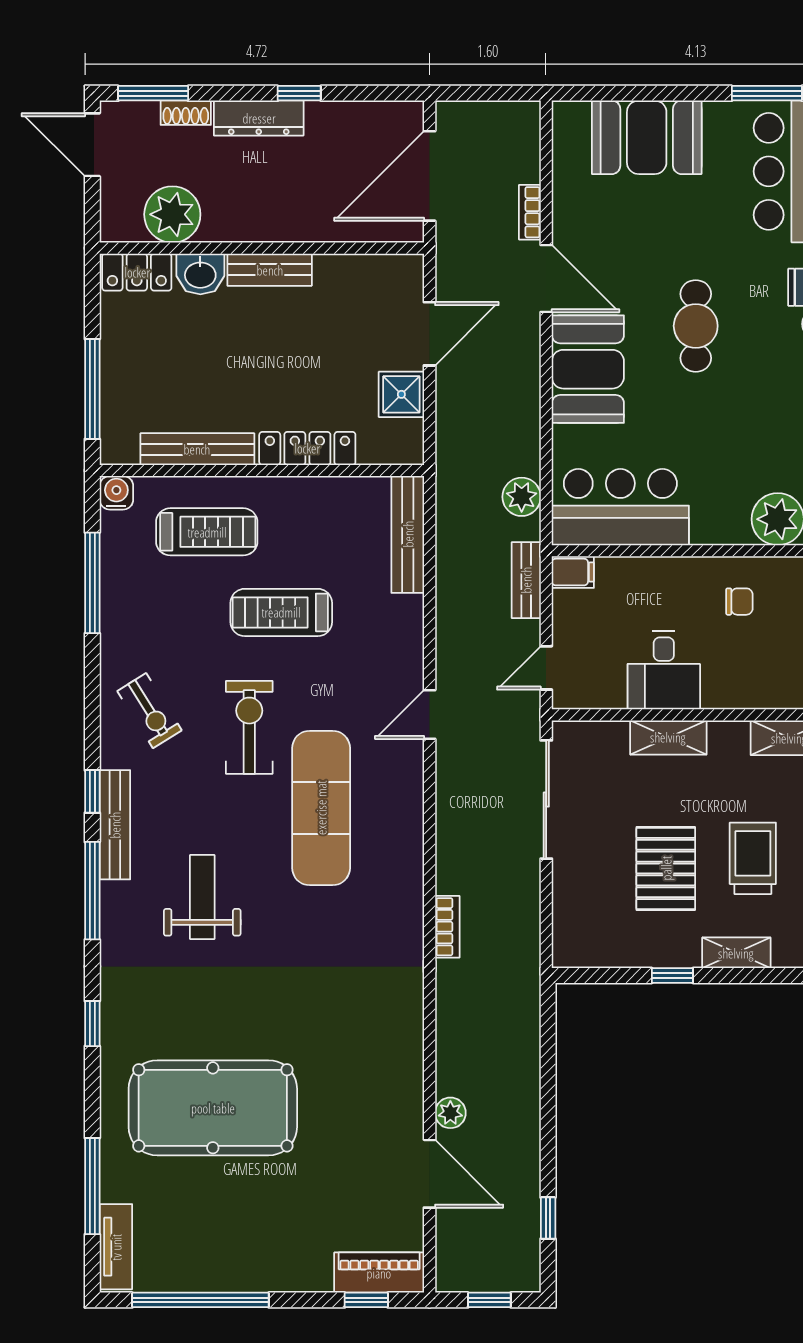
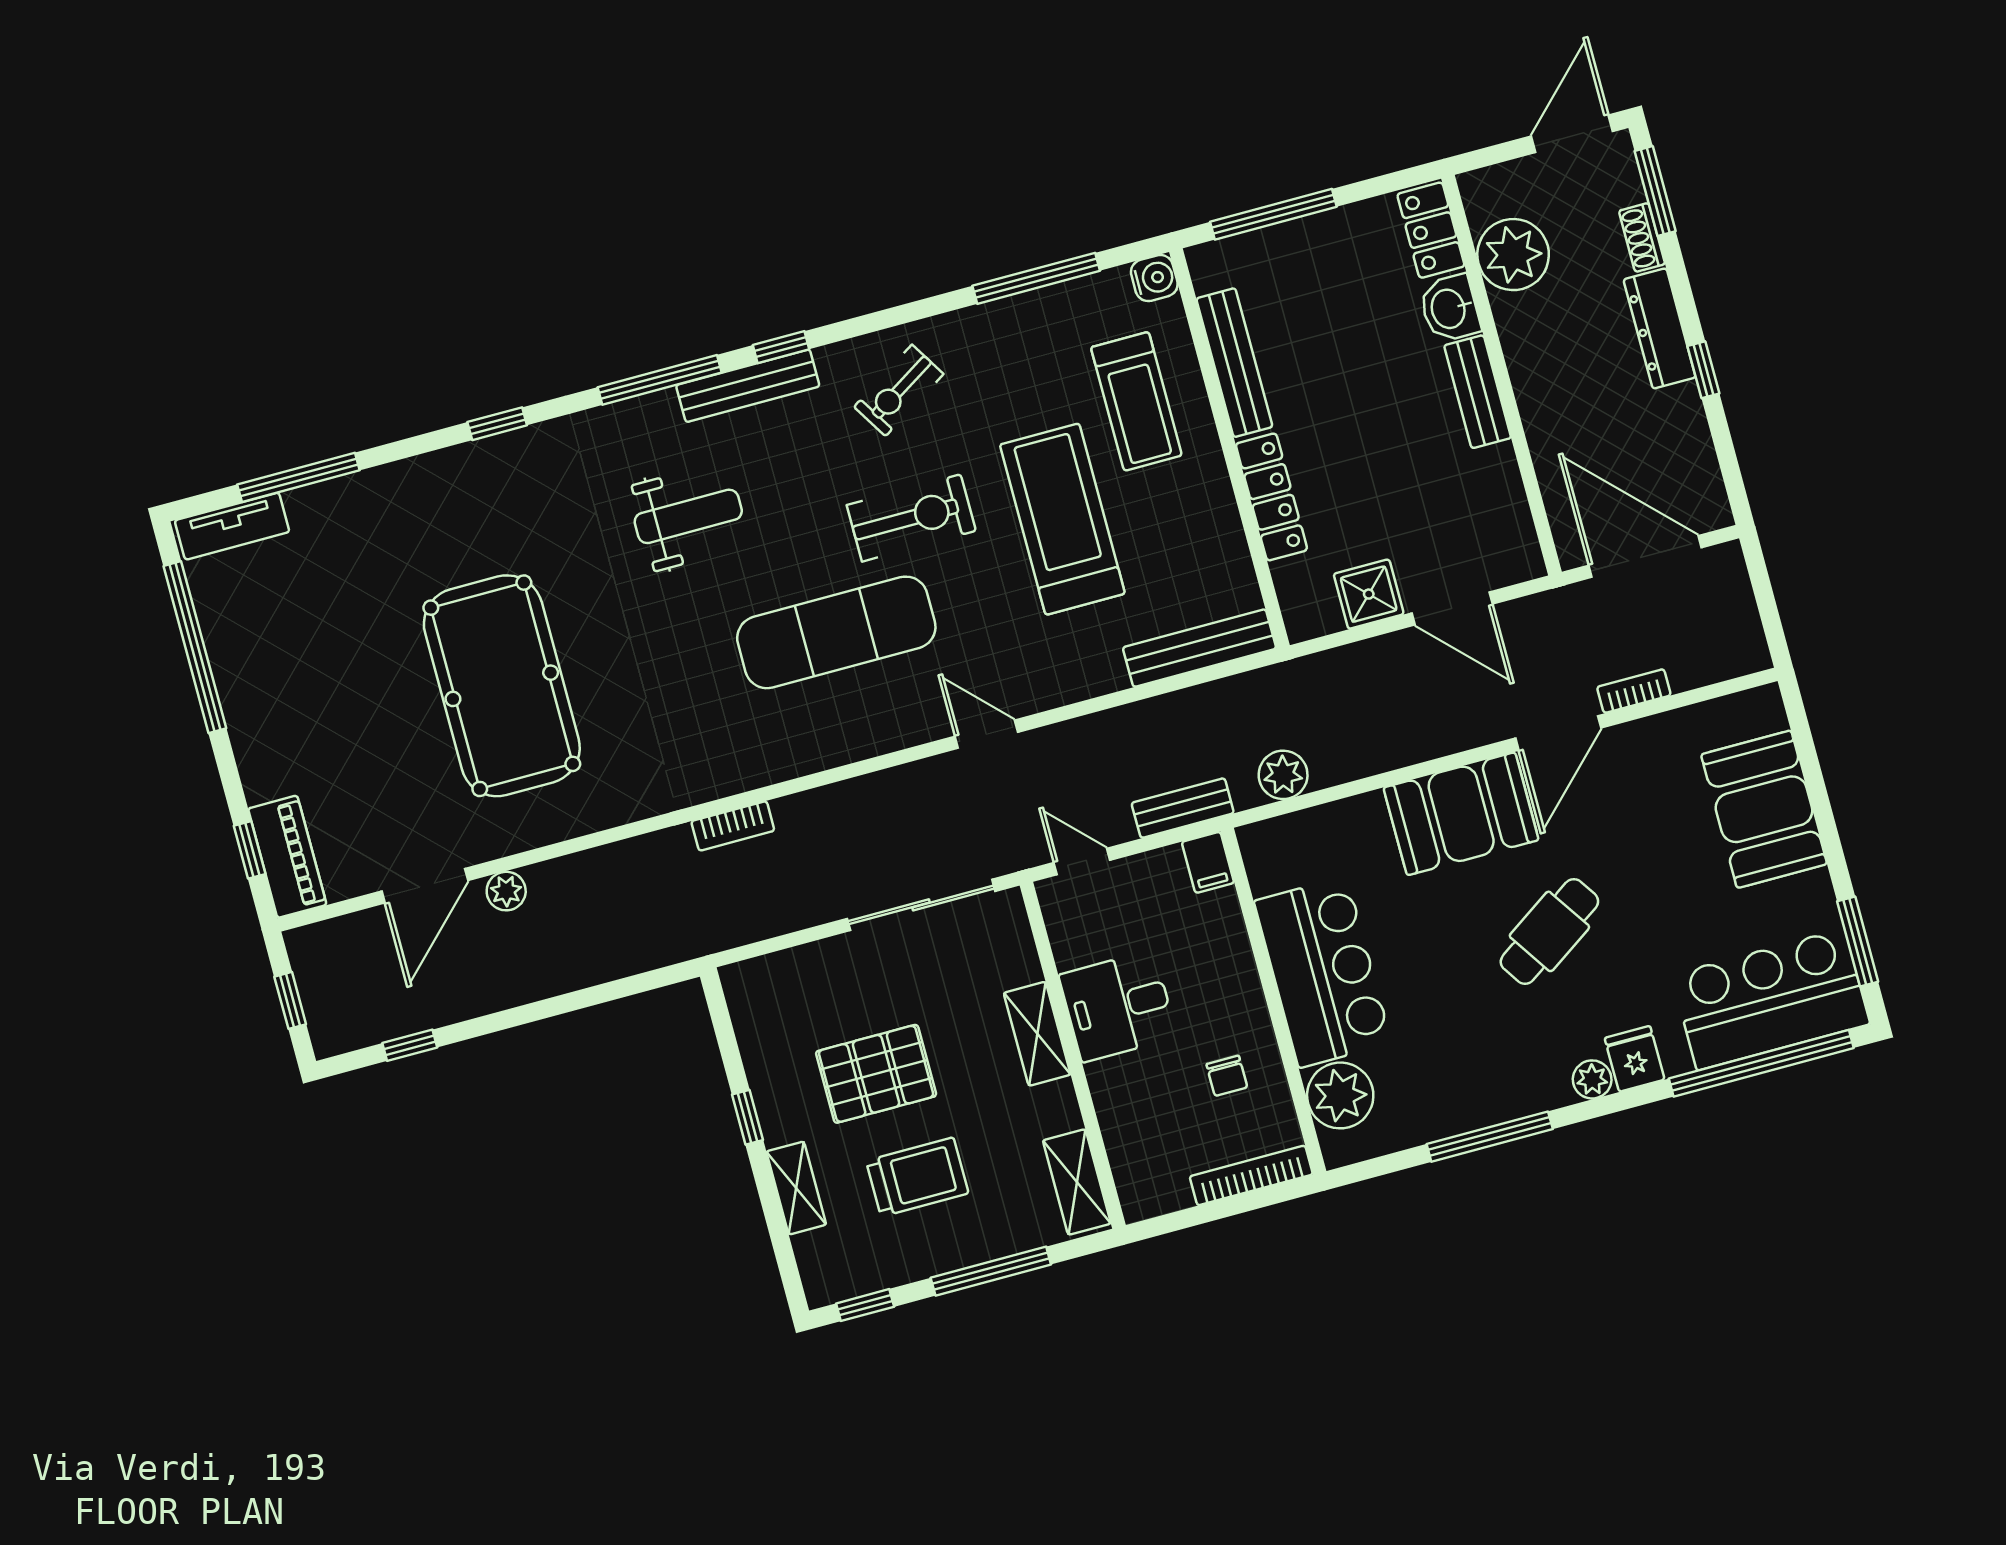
cafe table: (696, 326) -> (1549, 931), turned -34
bar counter: (620, 507) -> (1323, 972), moved
treadmill: (281, 612) -> (1062, 519), width x1.37, depth x1.38
pool table: (213, 1108) -> (502, 686), moved

